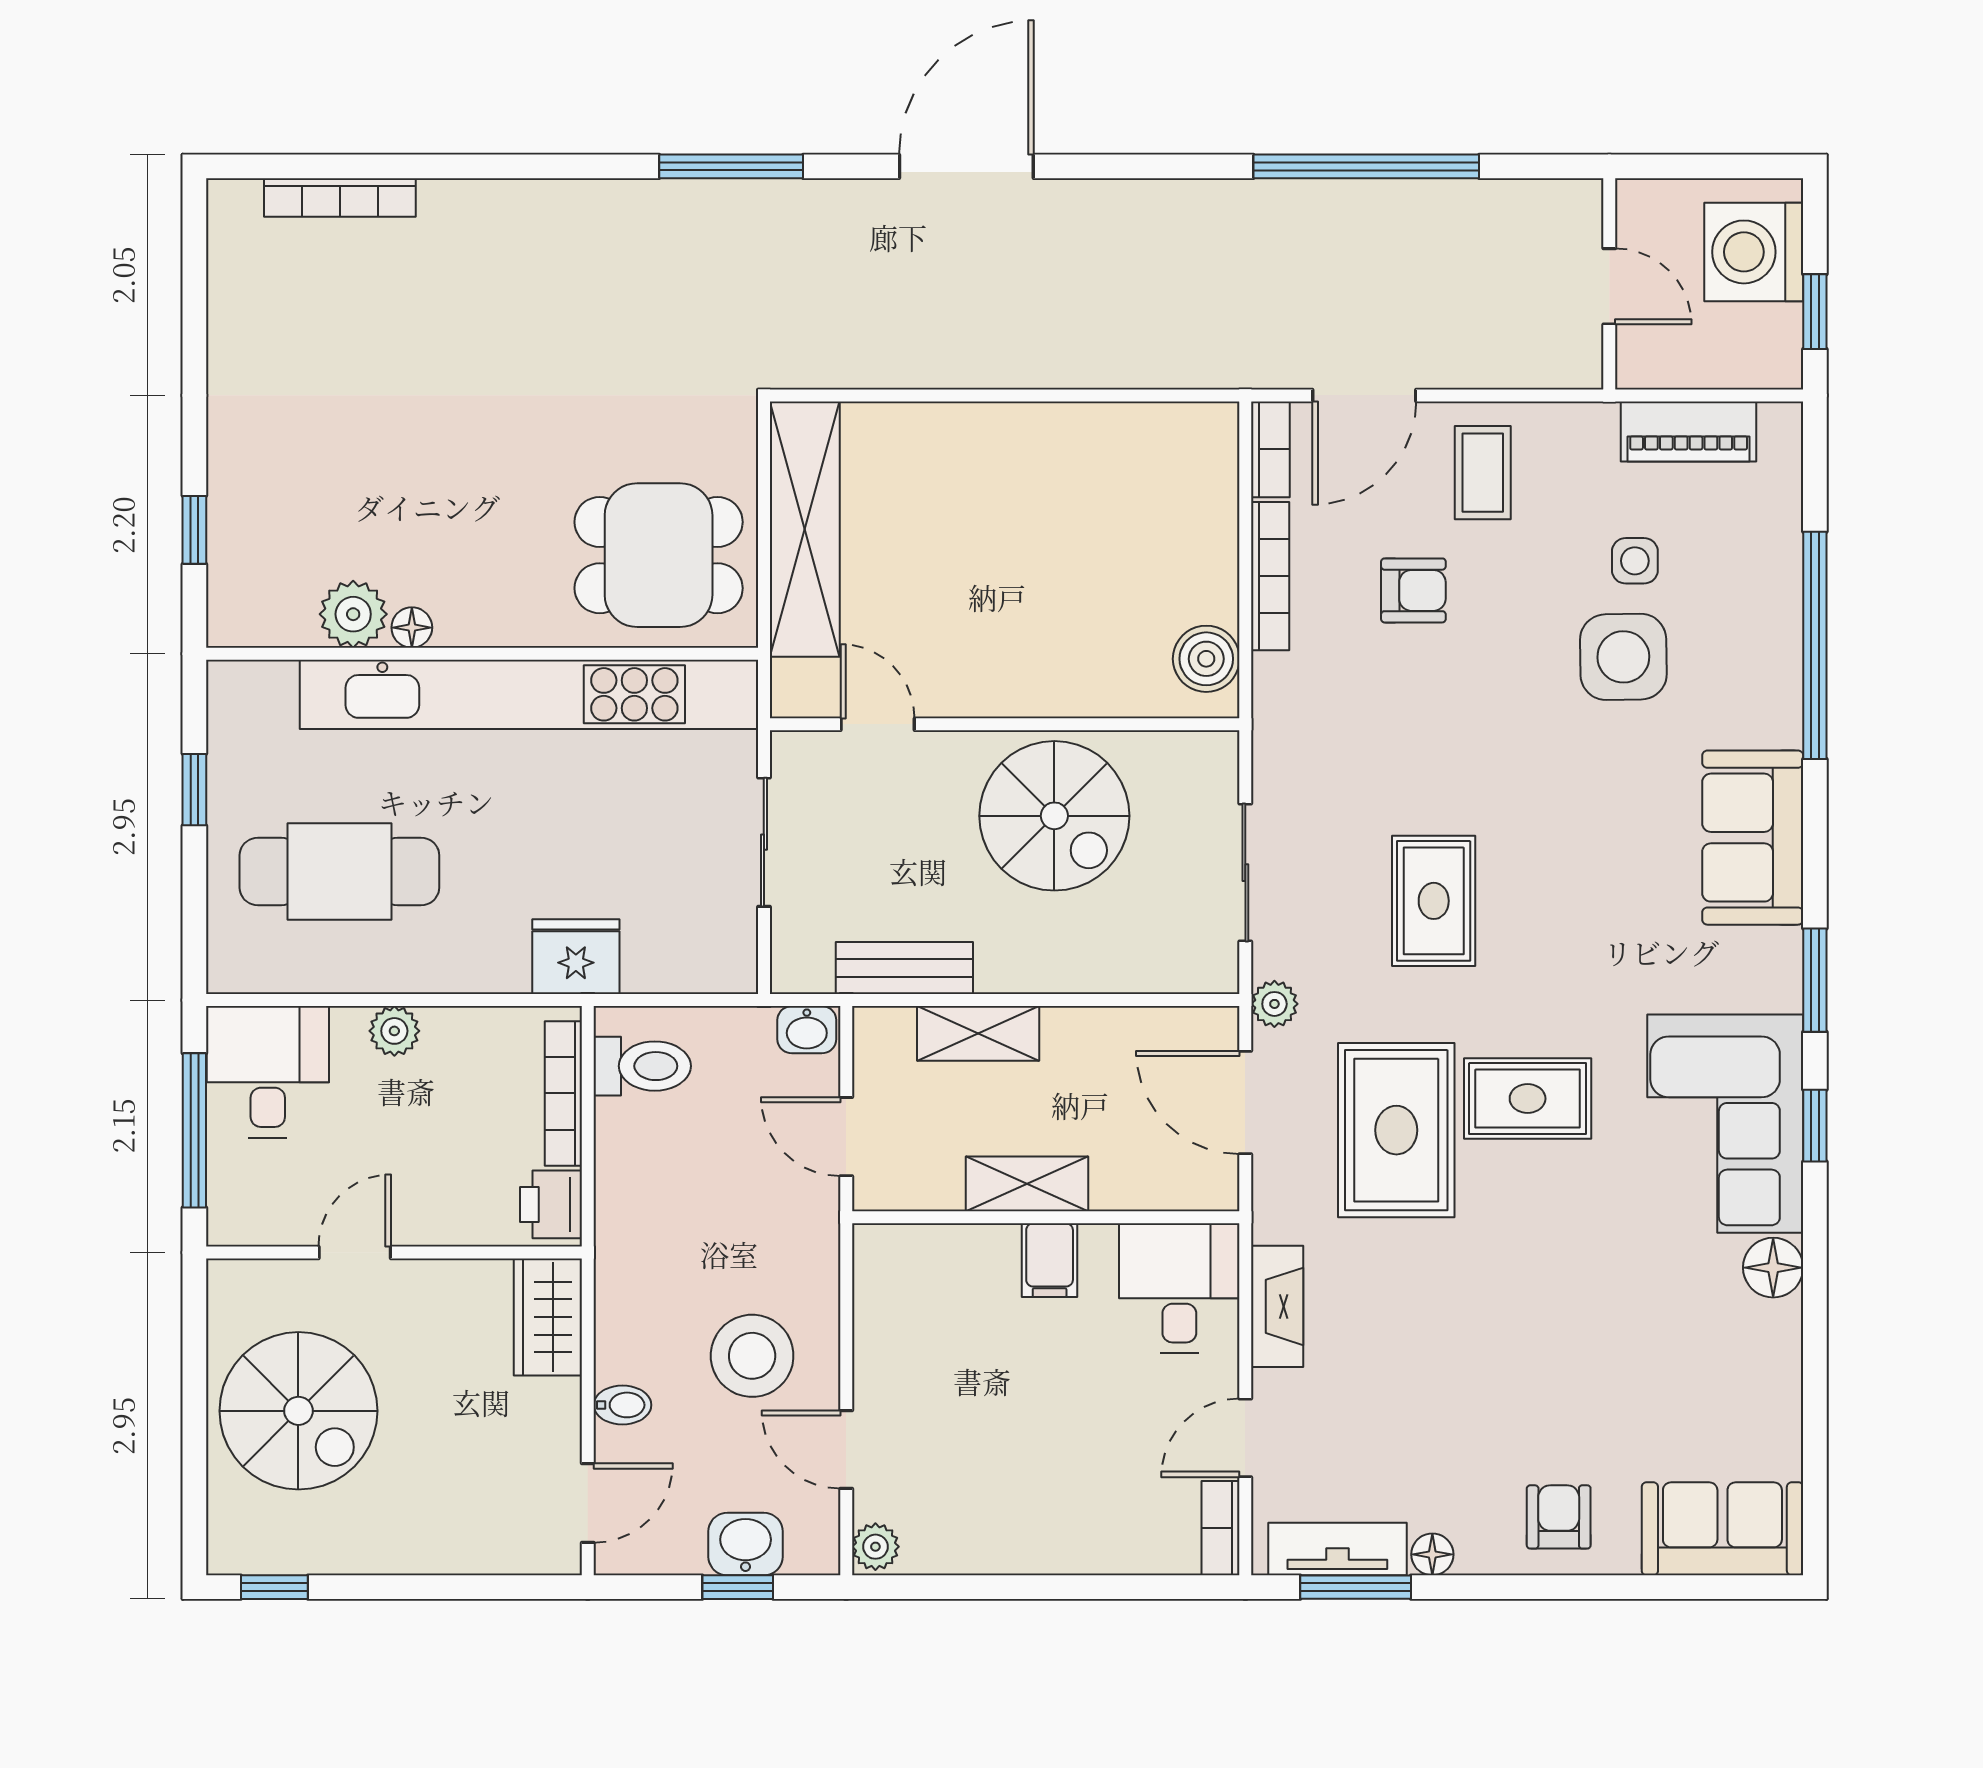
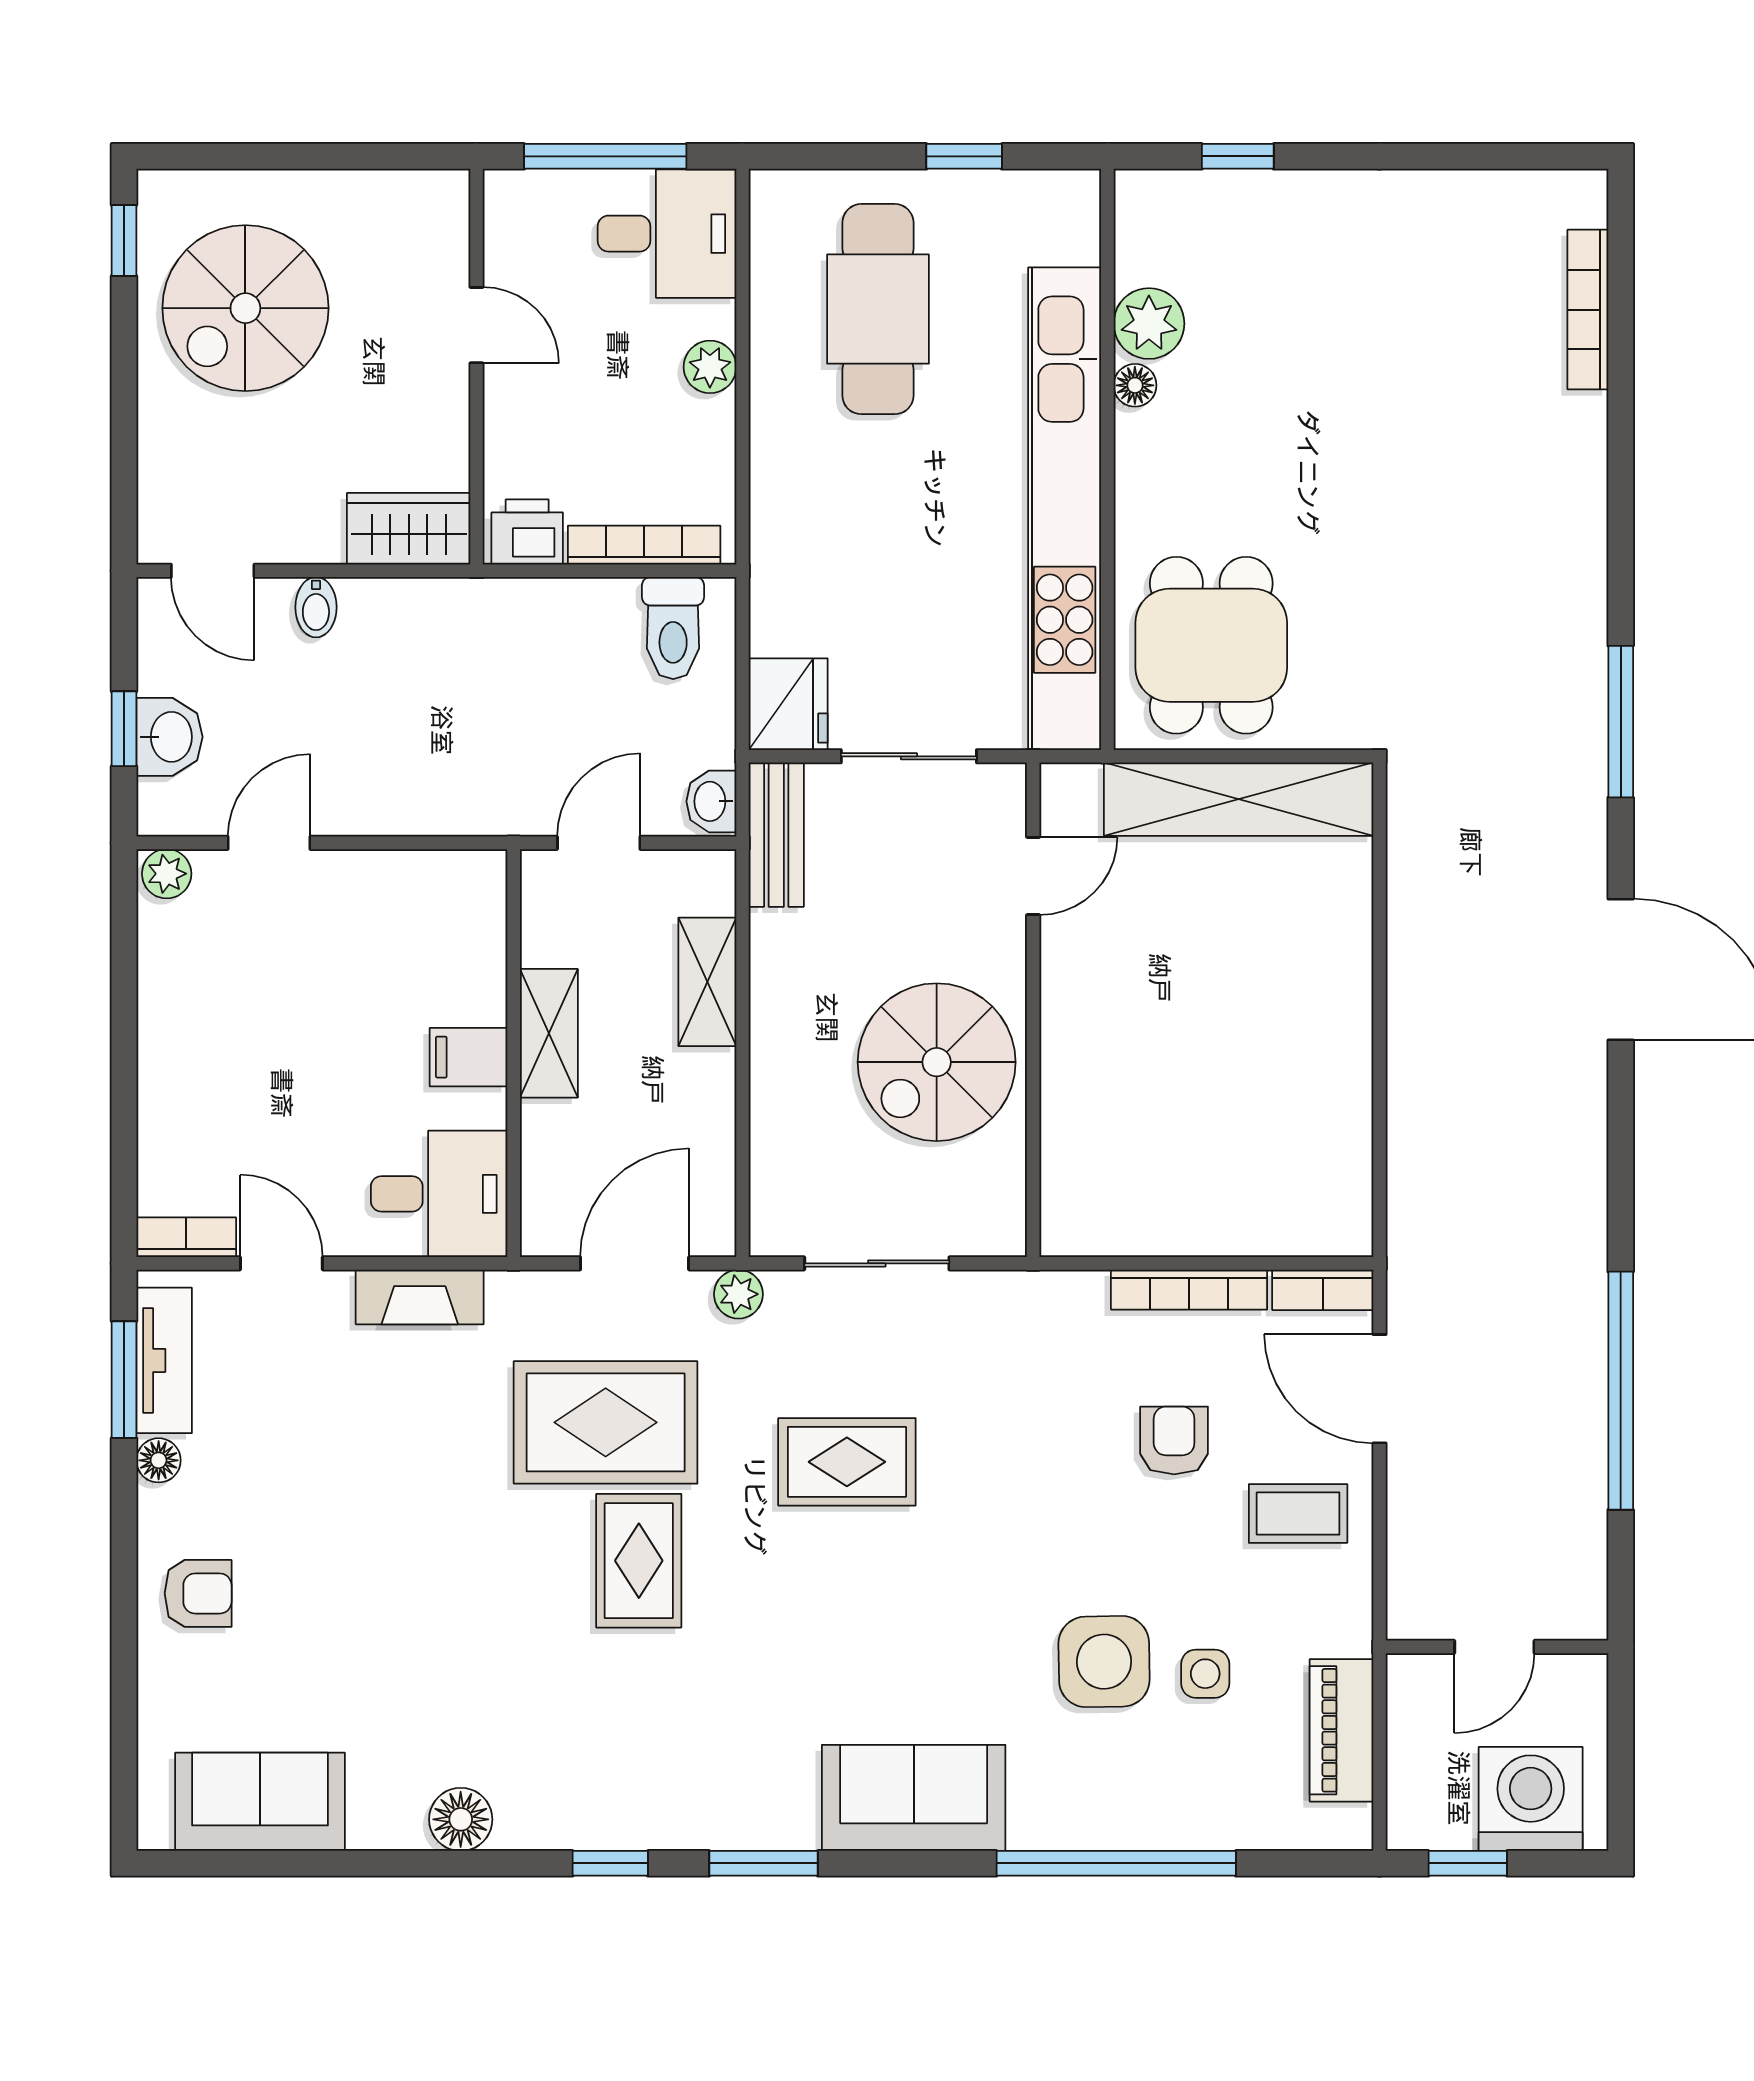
armchair: (1413, 590) -> (1174, 1440), turned 180
boiler: (1206, 659) -> (1102, 1222), removed
fridge: (576, 957) -> (788, 704), moved
bench: (904, 968) -> (776, 835), moved
corner sofa: (1725, 1124) -> (612, 1769), removed
stool: (752, 1356) -> (368, 744), removed
spiral stairs: (298, 1411) -> (245, 308), moved
sofa: (1722, 1529) -> (260, 1802), moved, turned -90

